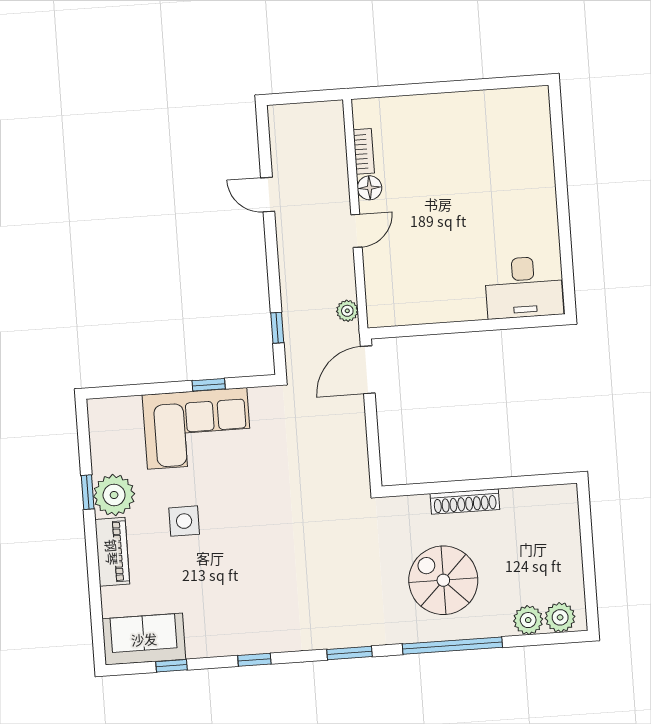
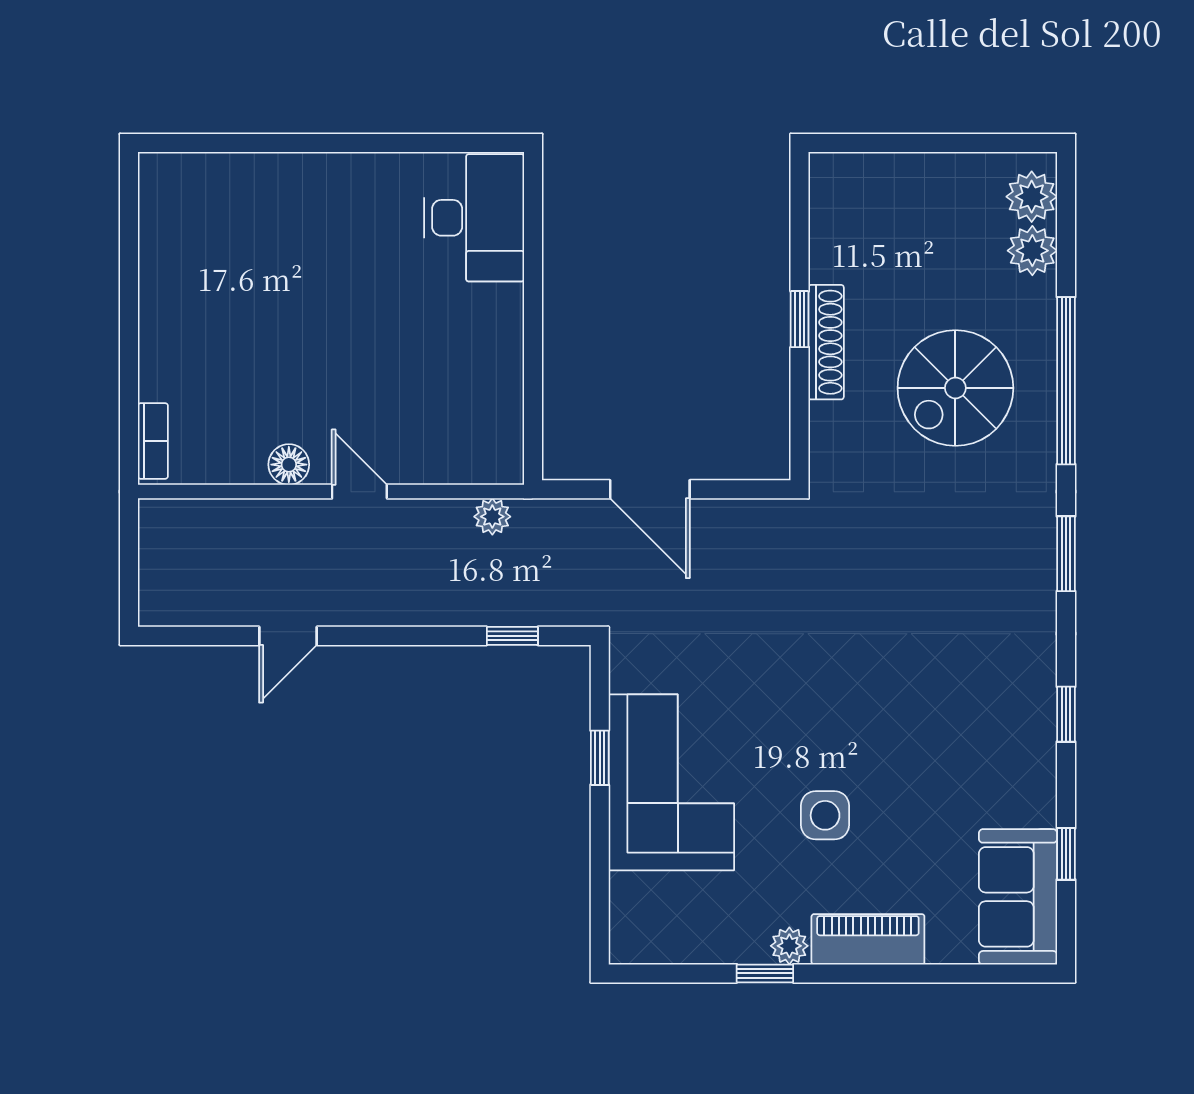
bookcase: (364, 151) -> (153, 441), moved, turned 90
door: (368, 370) -> (650, 489), moved
window: (477, 485) -> (800, 319), added
plant: (114, 495) -> (789, 946), width x0.53, depth x0.53

